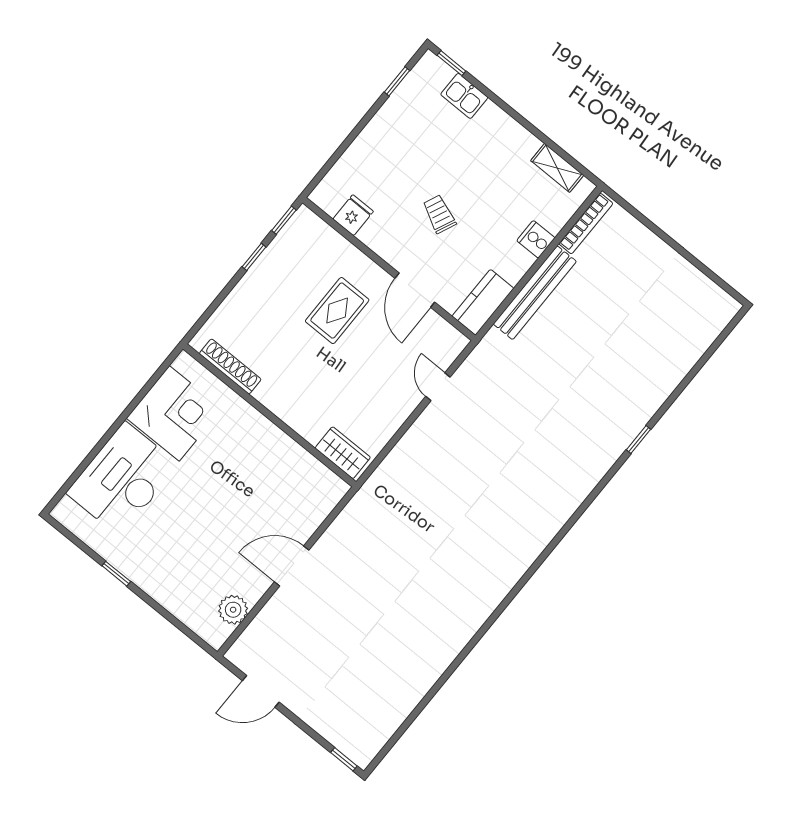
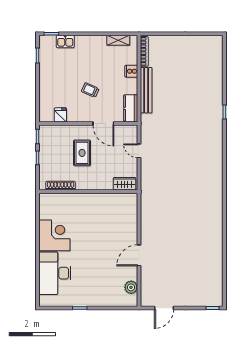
shoe rack: (230, 366) -> (61, 186), moved
wall: (270, 415) -> (88, 192), moved
wardrobe: (343, 453) -> (125, 184), moved

